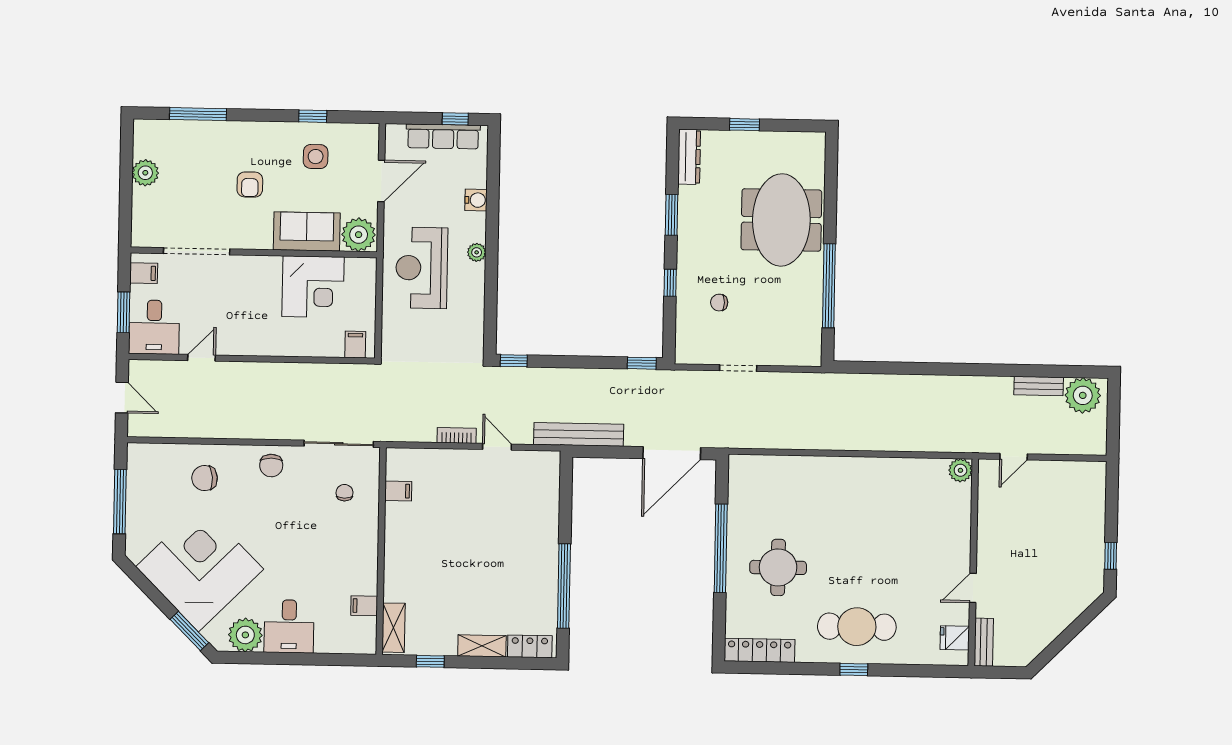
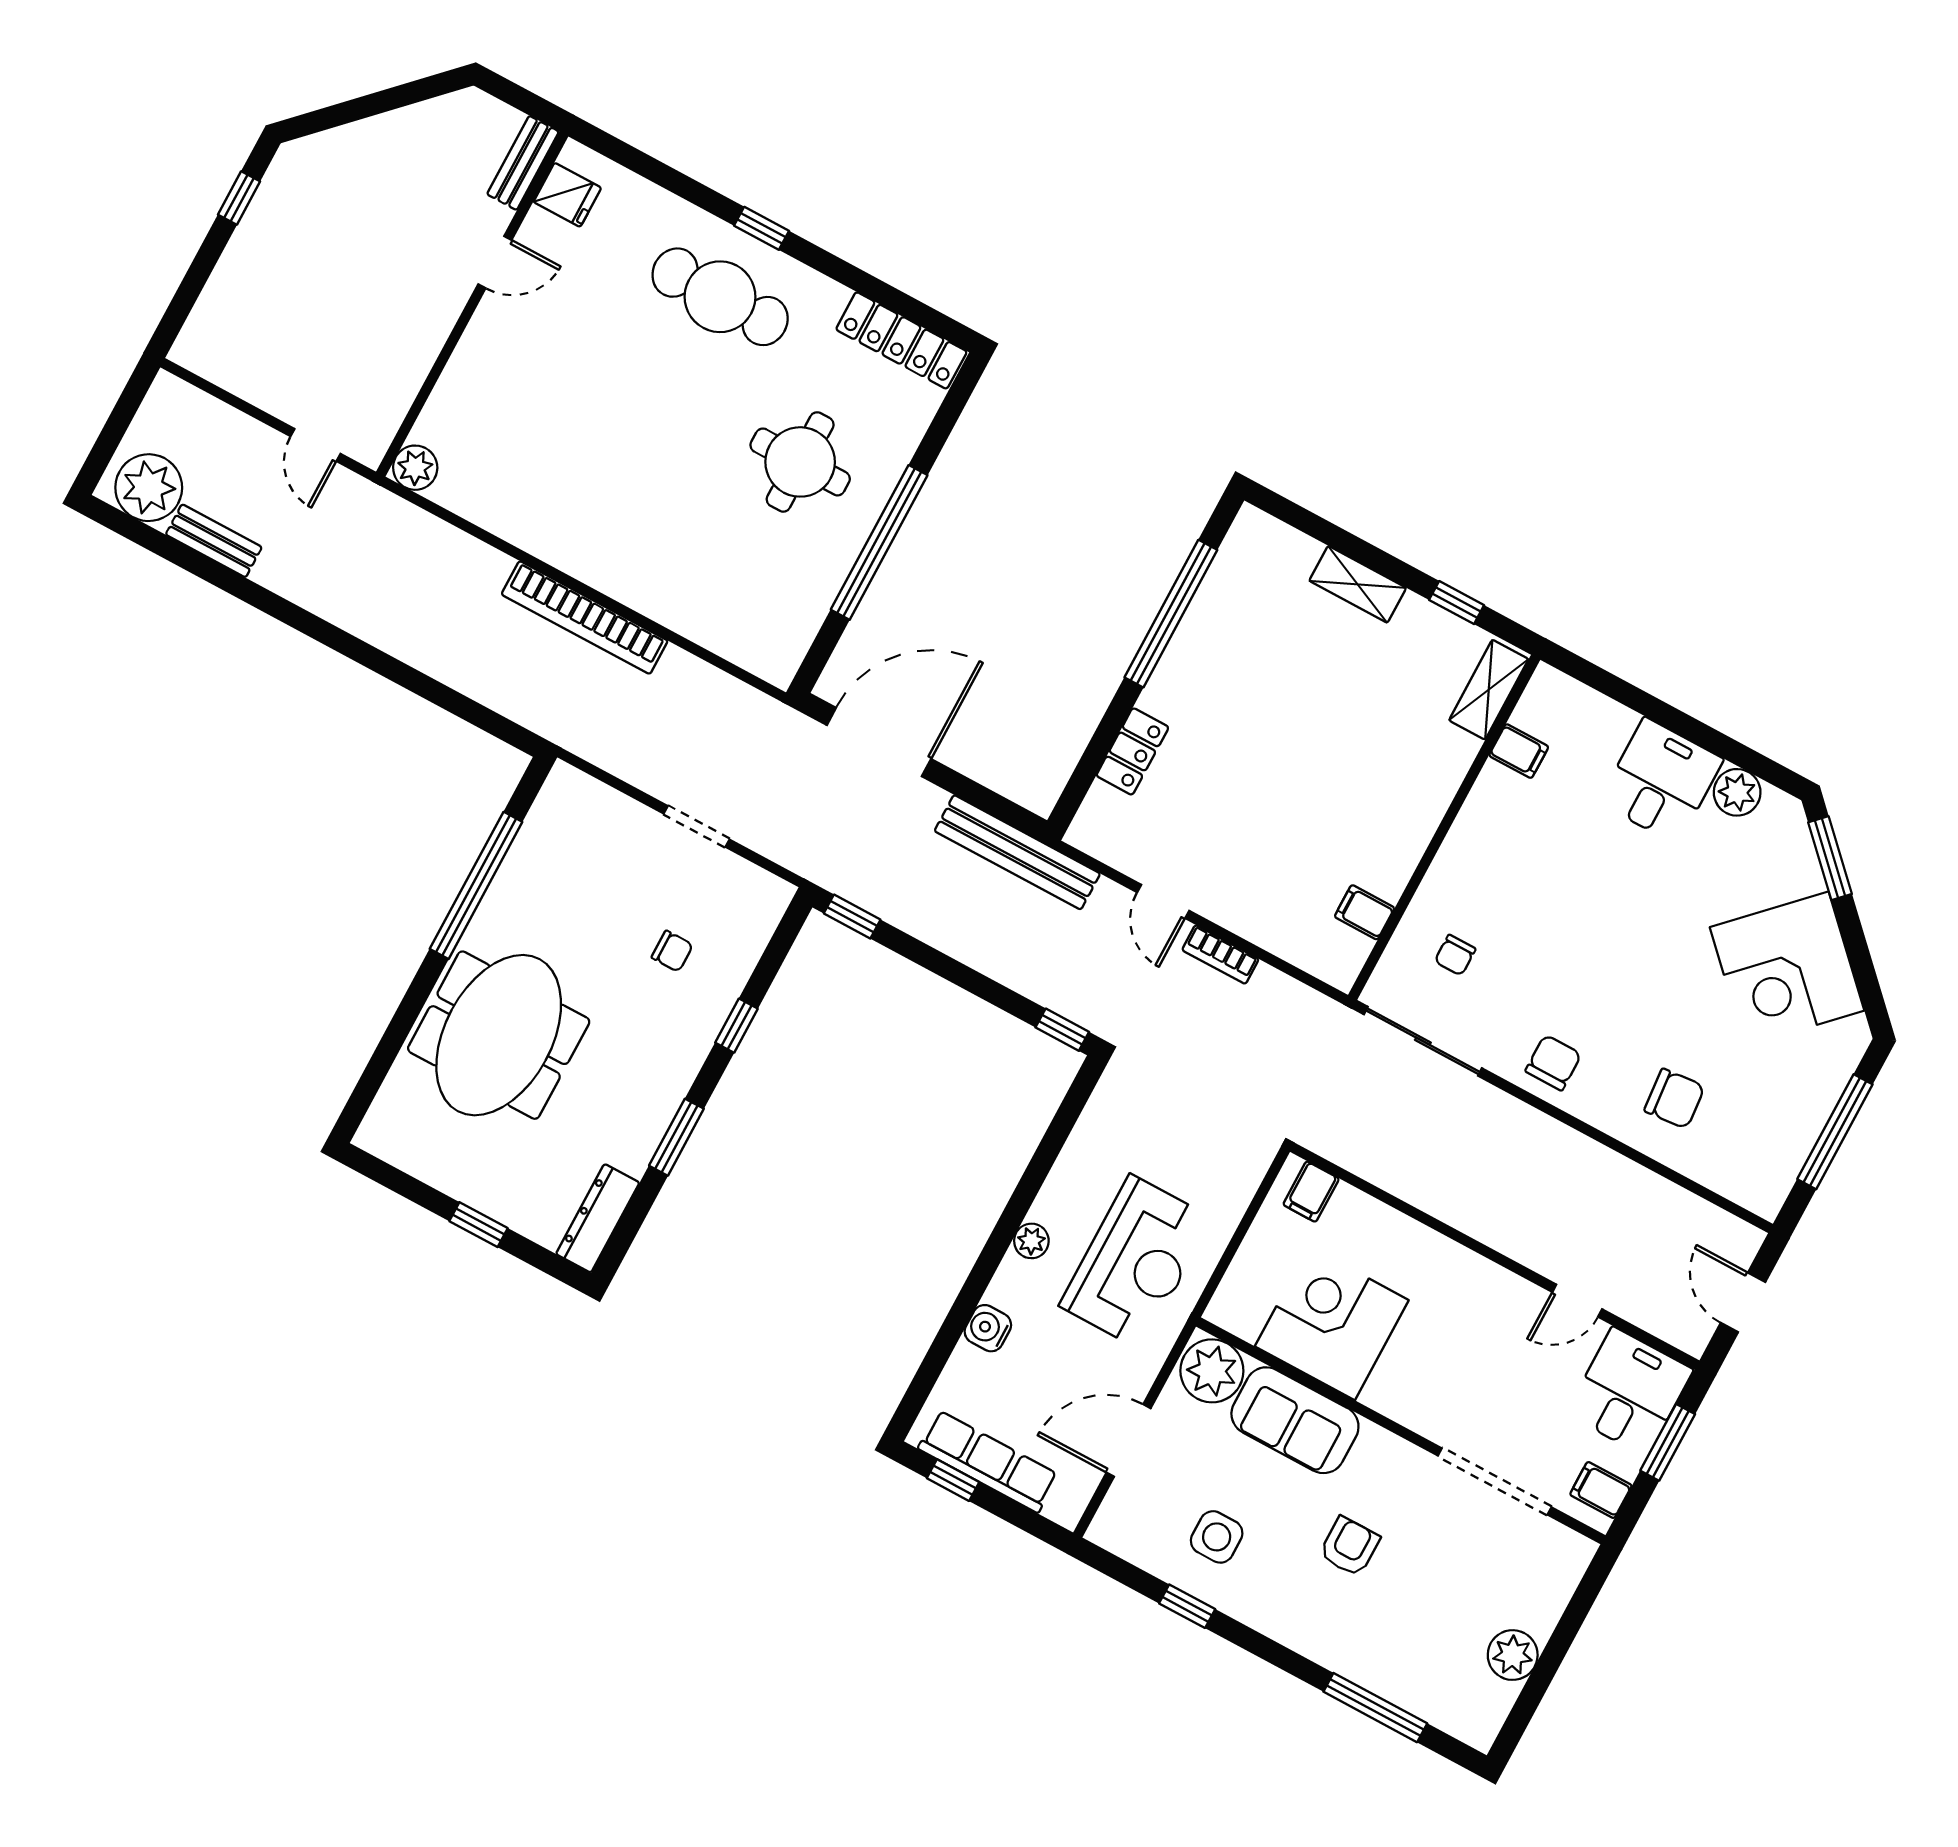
bookcase: (843, 440) -> (585, 618), added
door: (1014, 457) -> (316, 445), swing flipped
corner desk: (200, 568) -> (1787, 969), width x0.74, depth x0.74
plant: (245, 635) -> (1737, 792), width x0.73, depth x0.73
locker: (530, 646) -> (1132, 751), moved, turned -90

